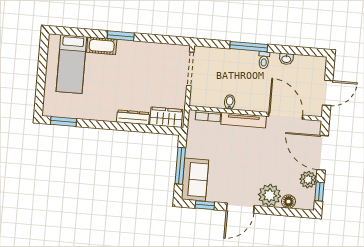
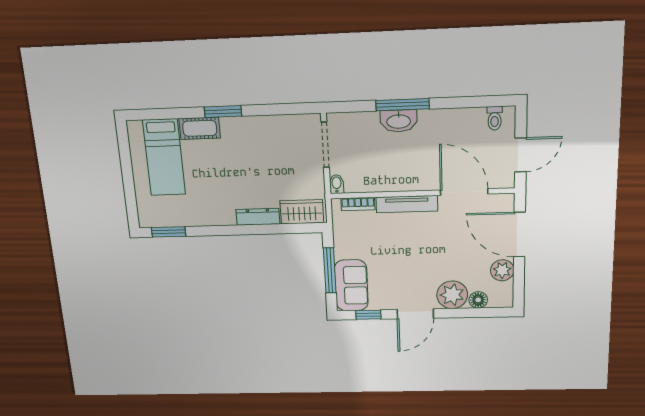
washbasin: (286, 59) -> (399, 121), moved, width x1.91, depth x1.45
toilet: (264, 60) -> (495, 118), moved
bidet: (230, 102) -> (337, 184), moved
window: (319, 192) -> (519, 284), removed

